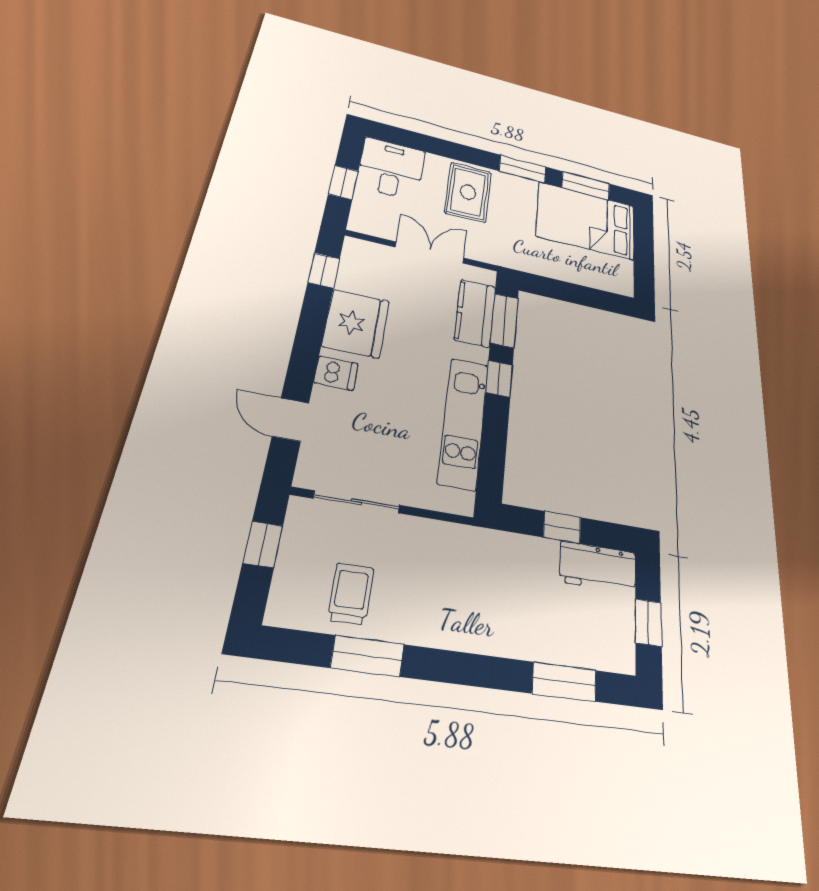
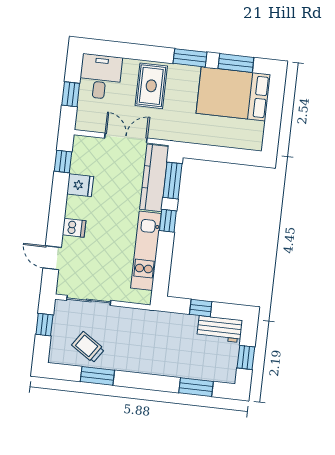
kitchen counter: (475, 313) -> (154, 178), width x1.50
fridge: (356, 324) -> (80, 185), width x0.53, depth x0.75
trolley: (351, 594) -> (88, 347), turned -56

